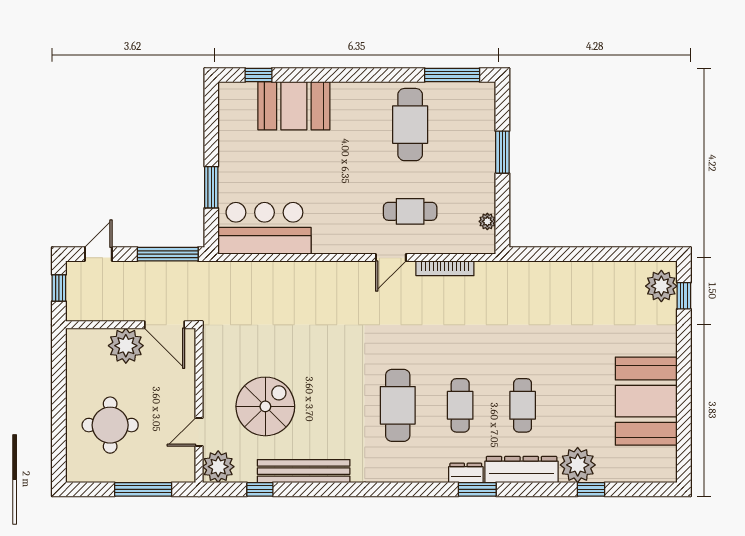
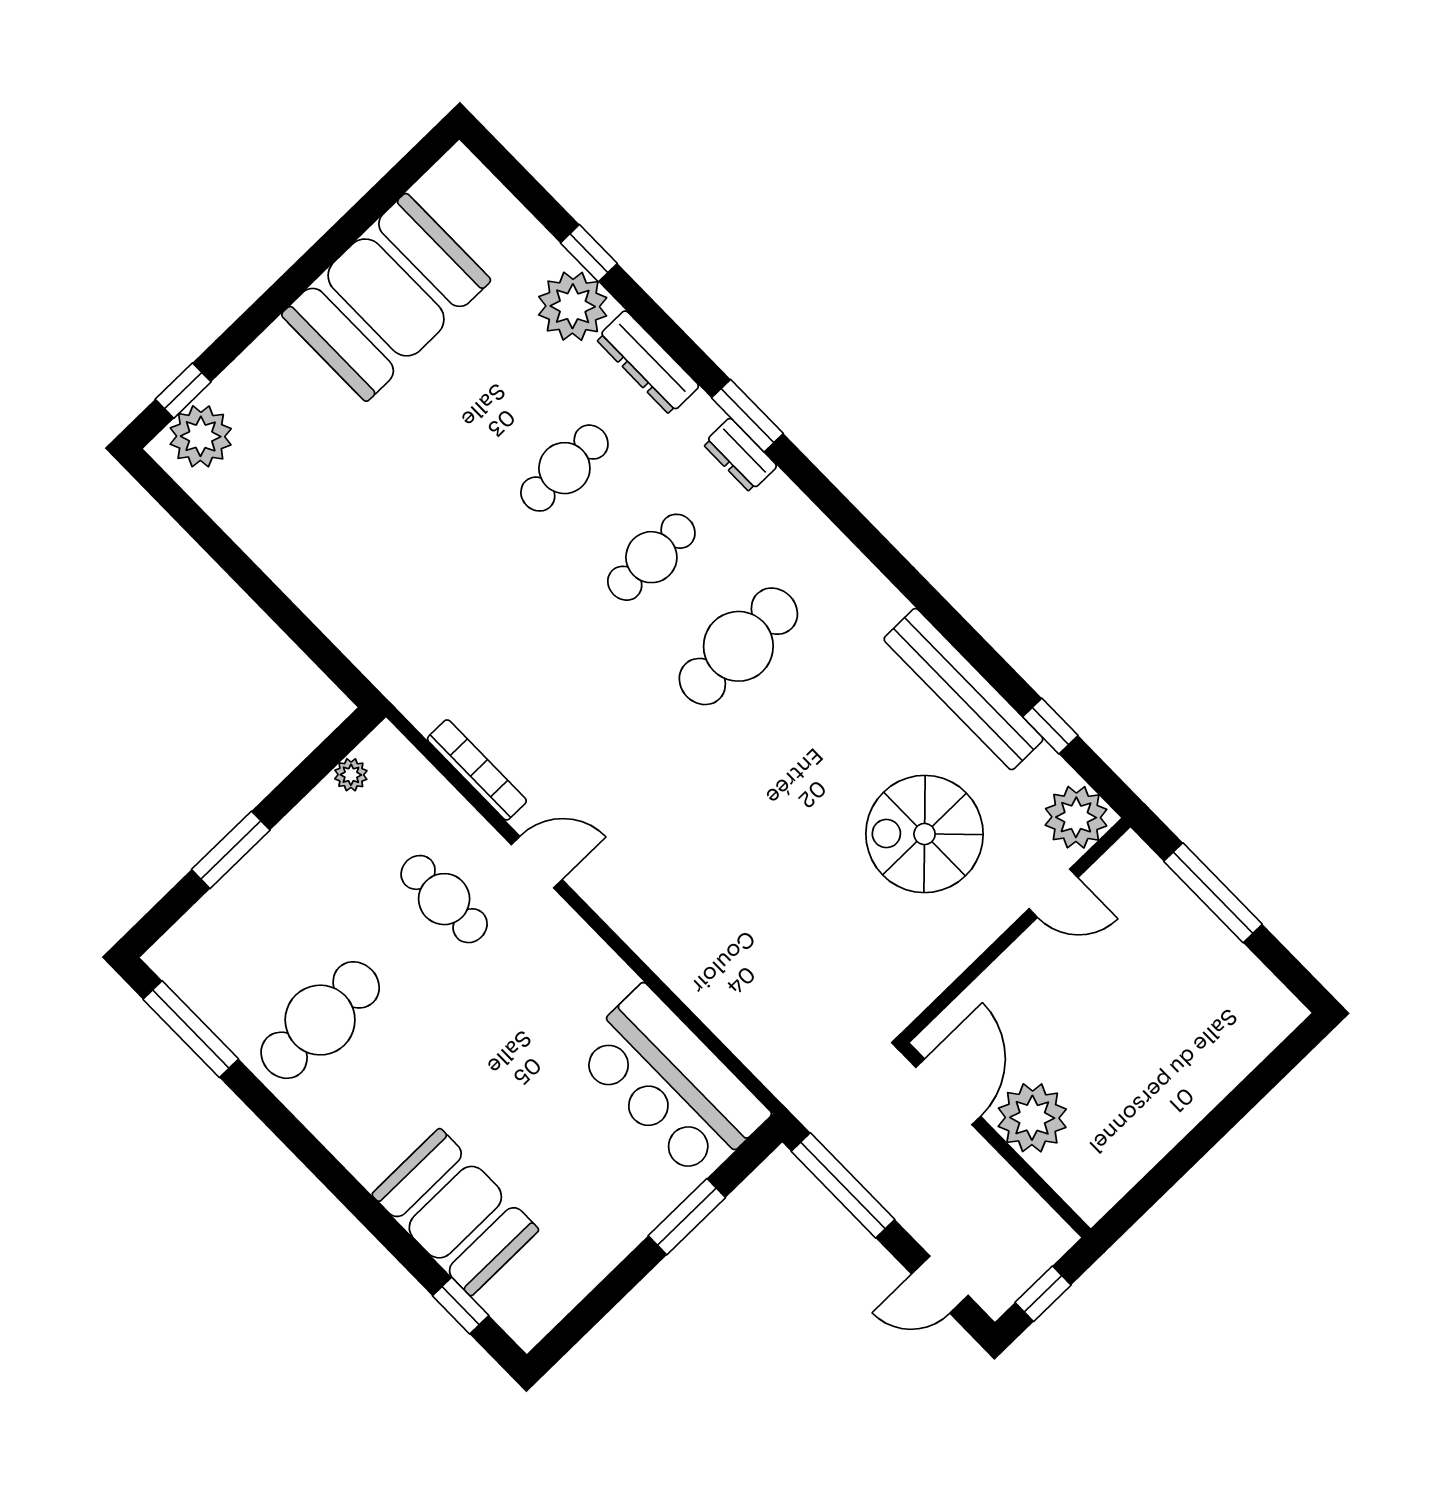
round table: (110, 425) -> (1167, 1030), removed
dresser: (522, 470) -> (648, 362), width x0.73, depth x0.80

